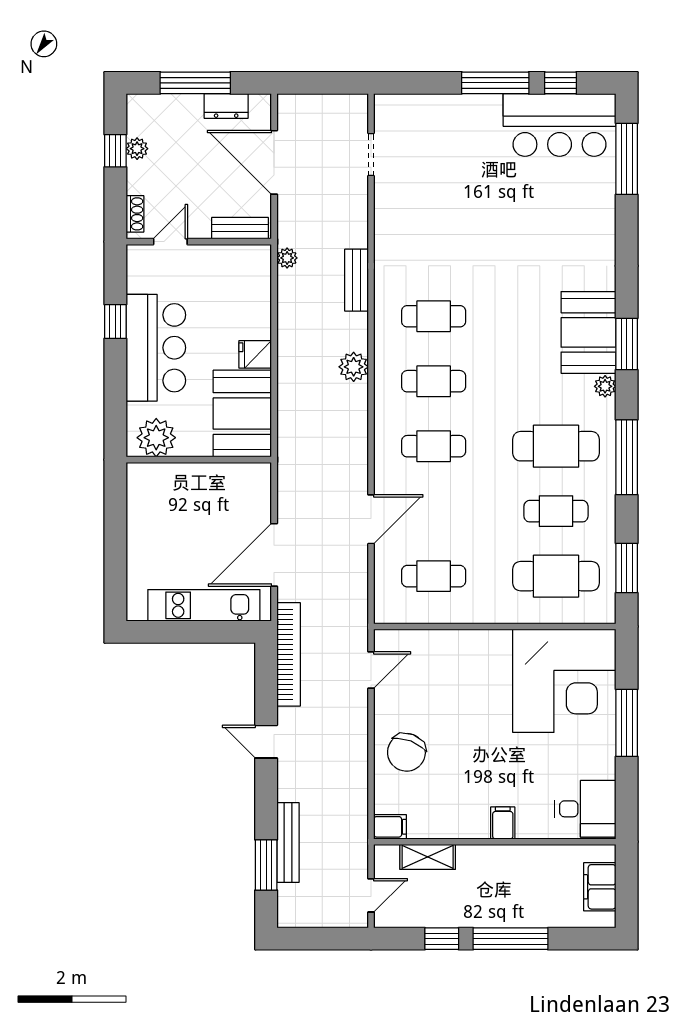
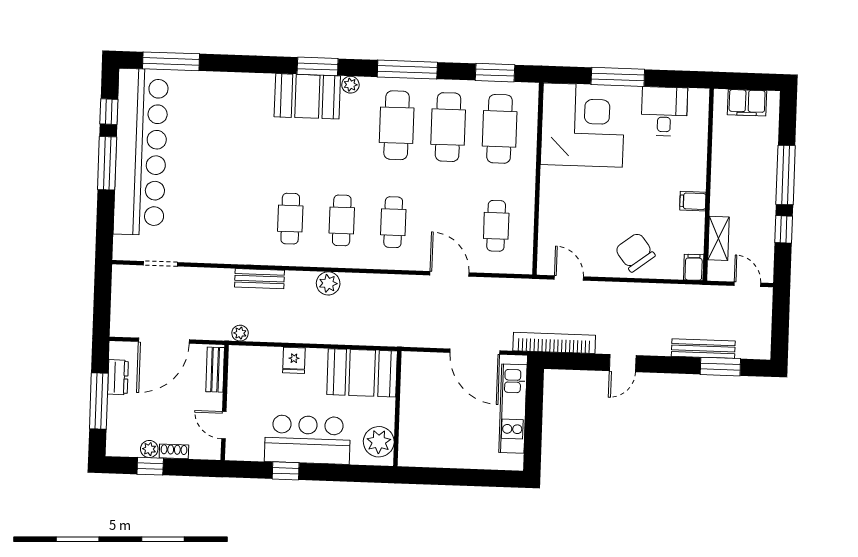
bar counter: (560, 125) -> (141, 152), width x1.86
shoe rack: (135, 214) -> (174, 451), moved
fridge: (255, 354) -> (294, 360), moved
cafe table: (556, 511) -> (448, 127), width x1.37, depth x1.35
chair: (406, 752) -> (635, 252), turned -148
desk: (585, 809) -> (664, 111), moved
filing cabinet: (503, 823) -> (693, 201), moved

